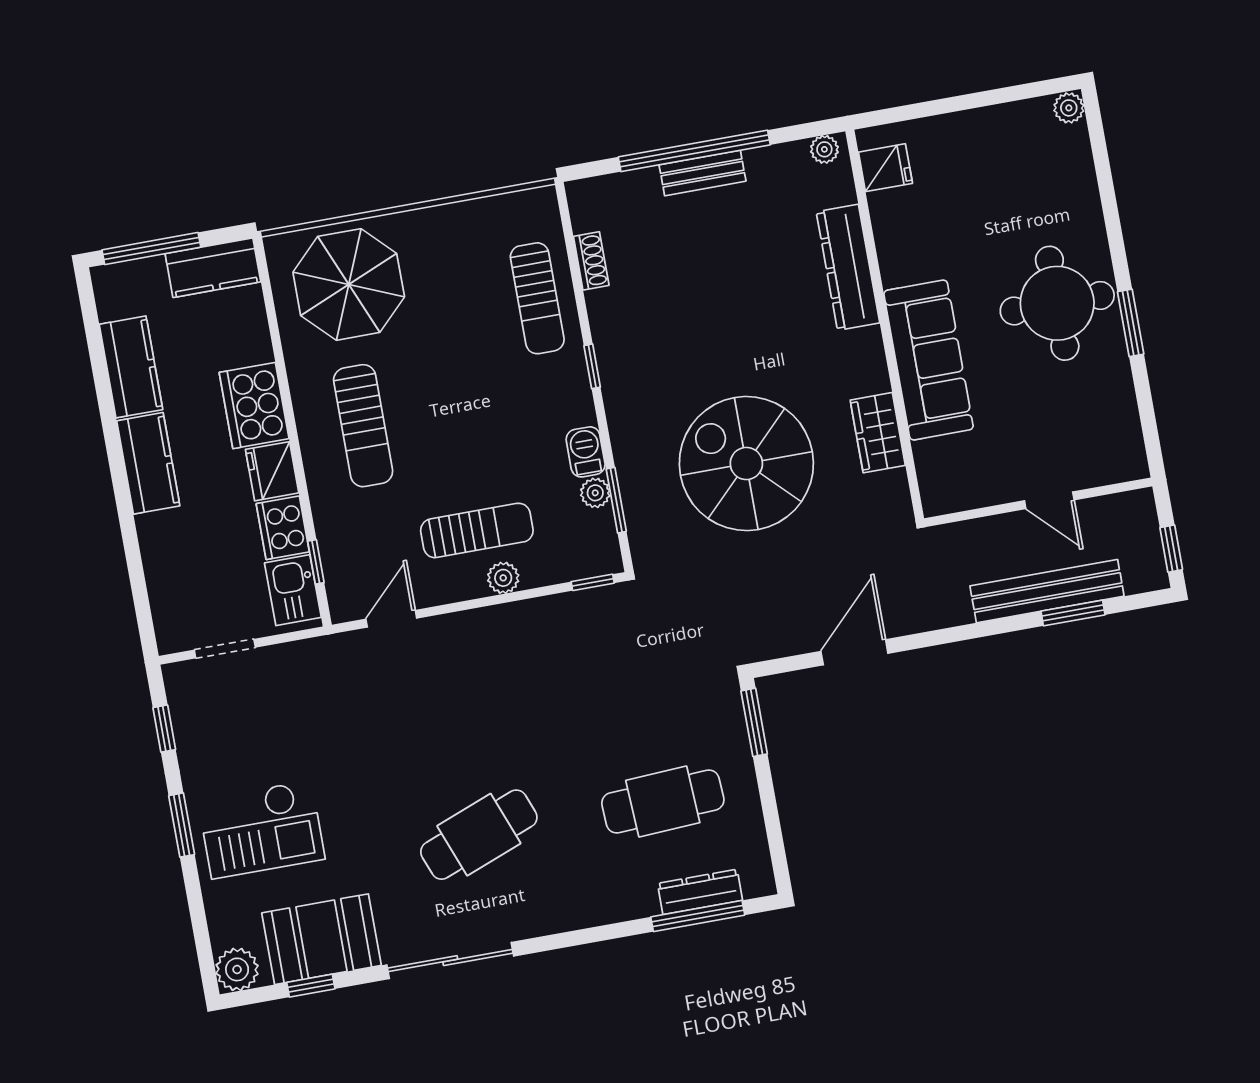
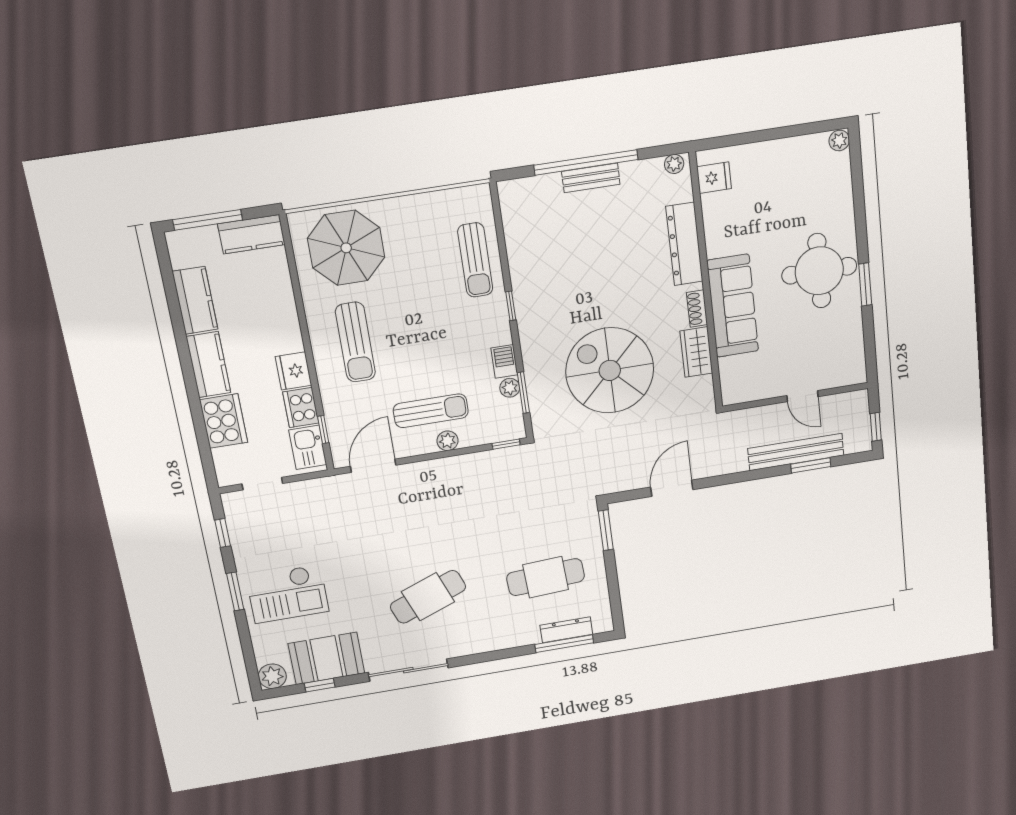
shoe rack: (591, 261) -> (697, 309), moved, turned 180
cooker: (254, 406) -> (224, 421), moved, turned 180
door: (391, 619) -> (373, 466), width x1.38

